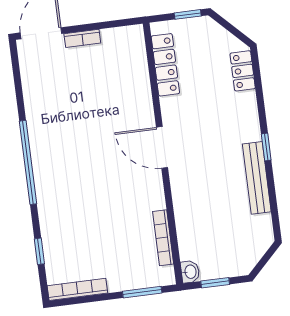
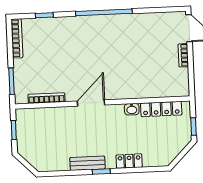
locker: (243, 71) -> (129, 161), moved
door: (162, 147) -> (91, 103), moved
bench: (257, 178) -> (87, 163), width x0.73
washbasin: (190, 272) -> (132, 109), moved

